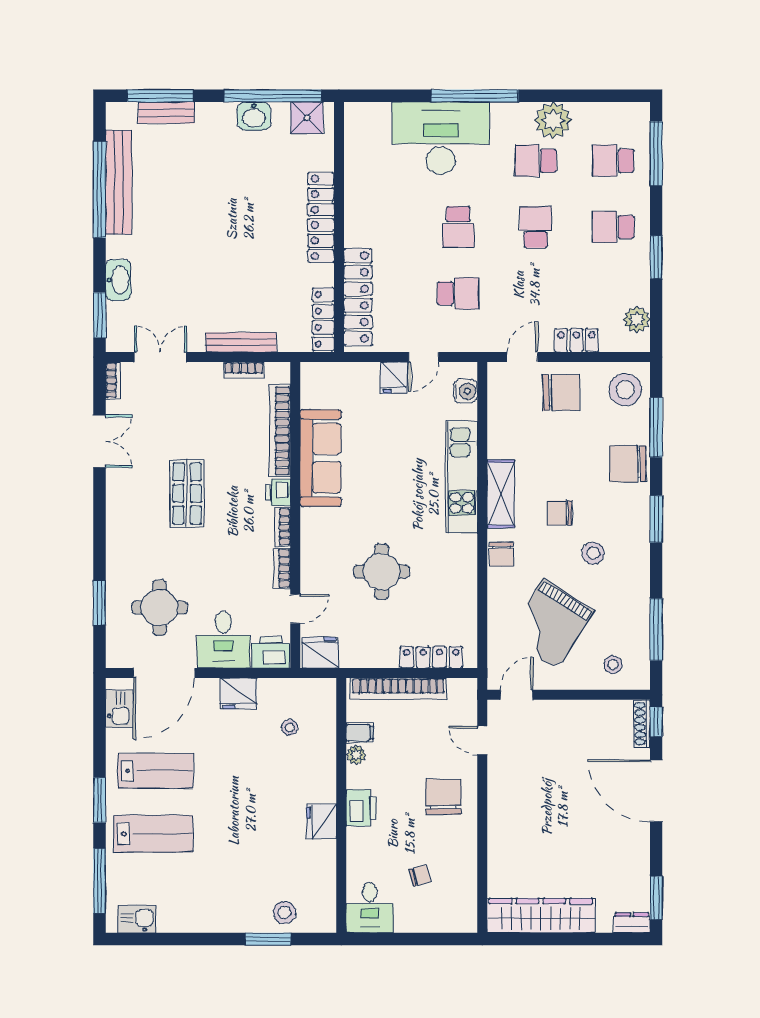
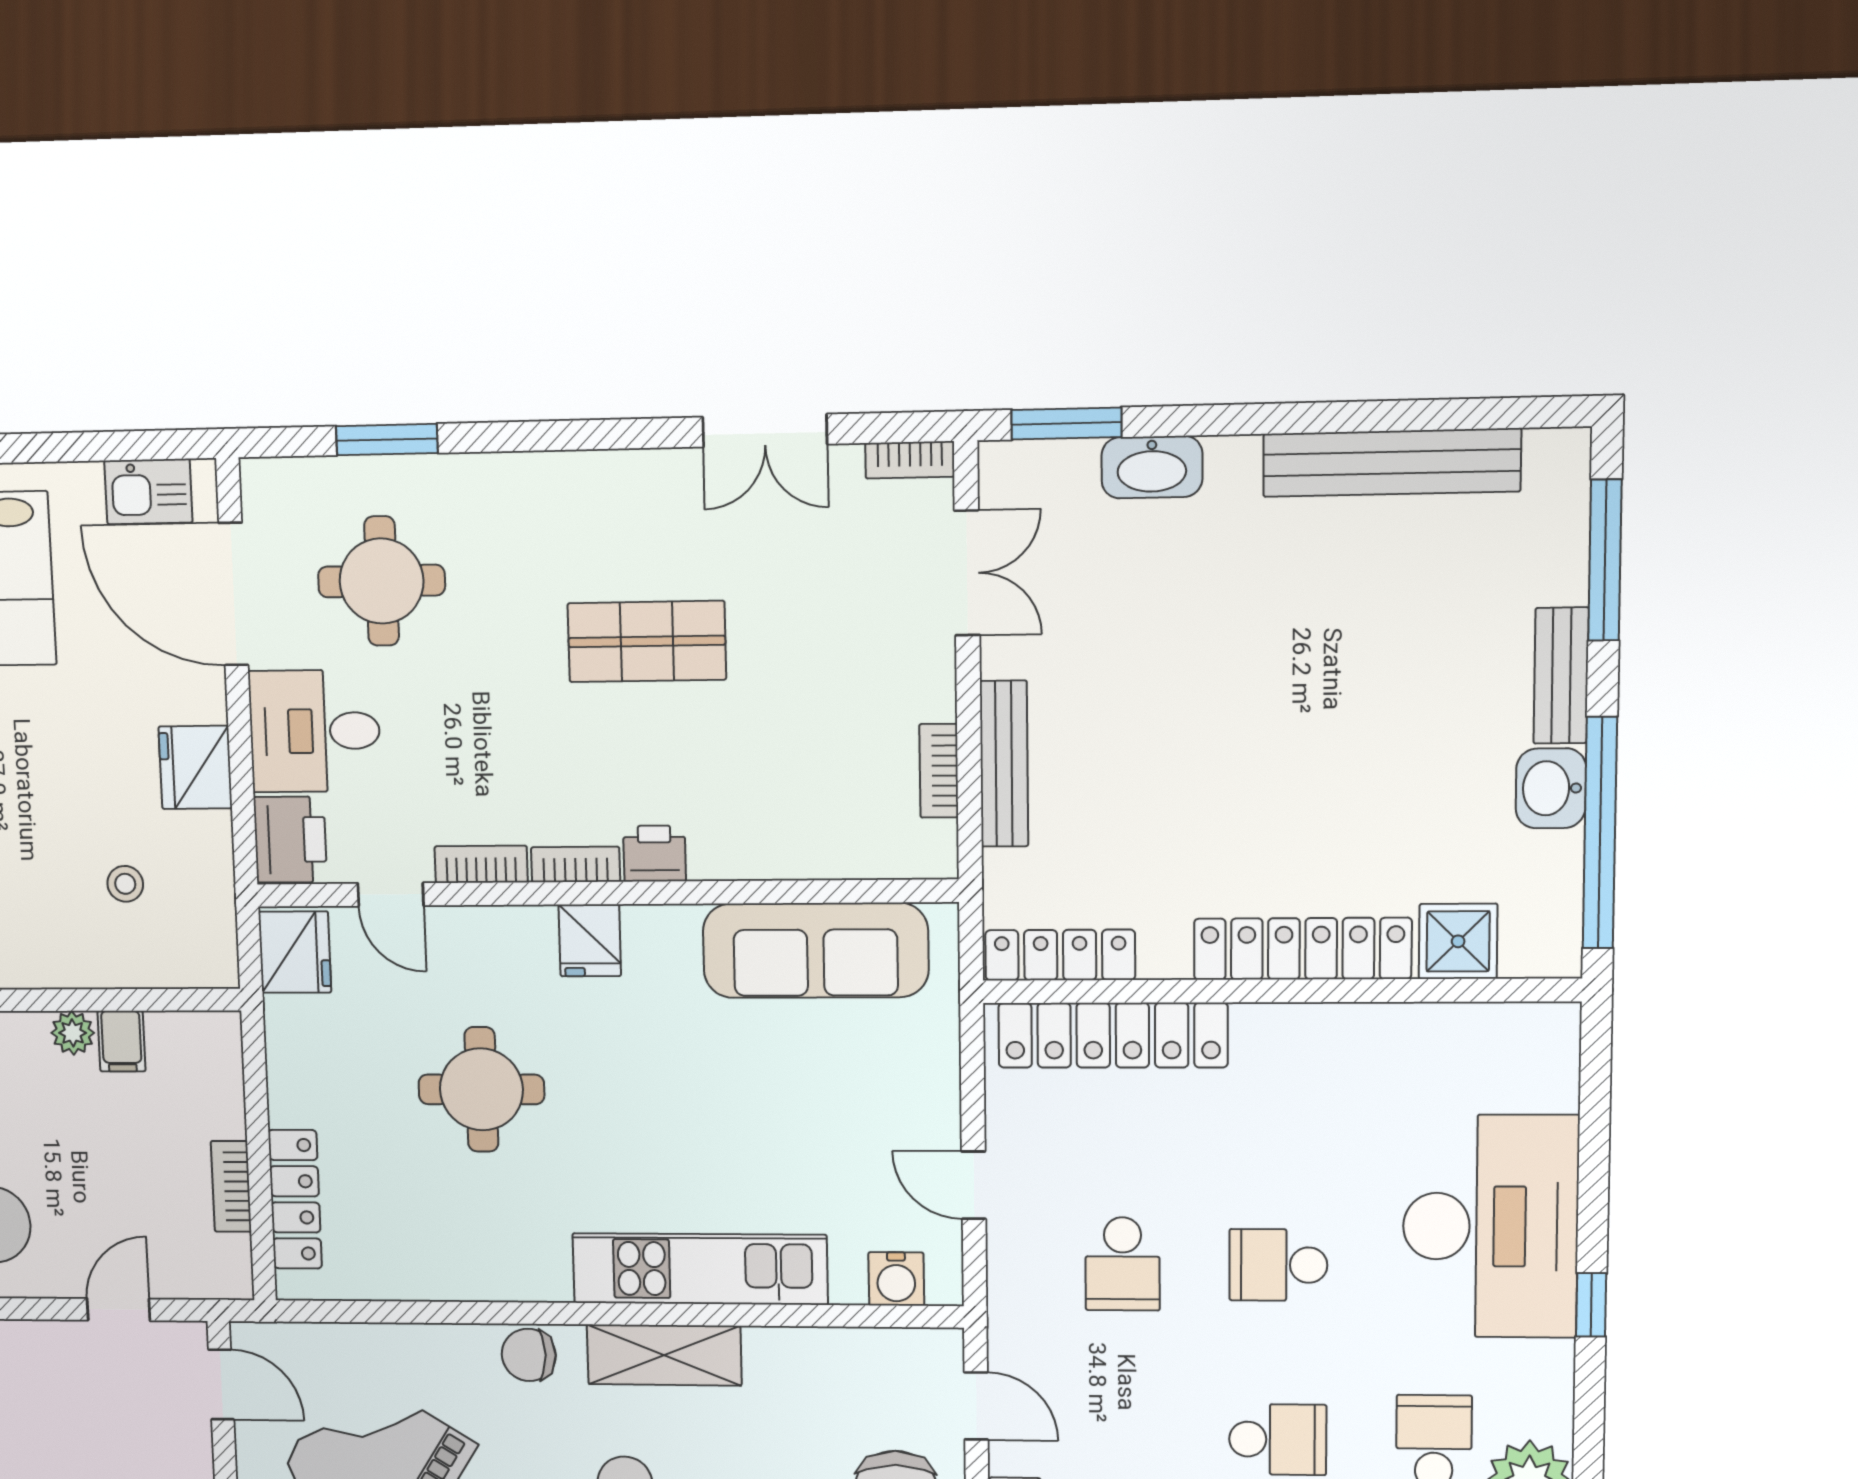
window: (475, 96) -> (1591, 1305), width x0.32
bench: (166, 113) -> (1561, 676), moved
shower: (307, 118) -> (1458, 941), moved
window: (100, 189) -> (1374, 416), removed
fridge: (394, 378) -> (590, 940), moved, turned -90
bookcase: (280, 431) -> (797, 856), removed
sofa: (321, 458) -> (815, 950), moved
bookcase: (398, 689) -> (231, 1186), width x0.43, depth x0.76

